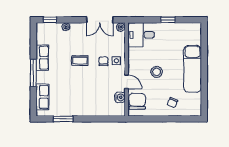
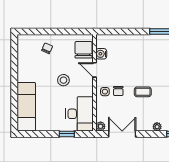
window: (168, 20) -> (67, 134), moved
desk: (141, 35) -> (80, 114), width x1.37
exam couch: (192, 69) -> (26, 107), moved
chair: (137, 101) -> (84, 50), turned 180

